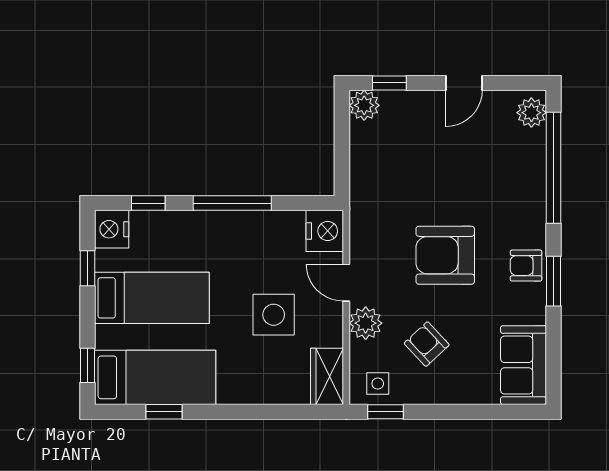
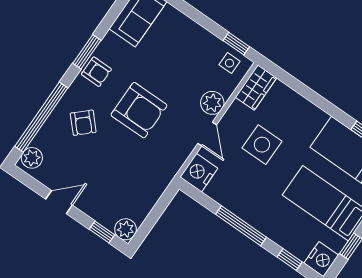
armchair: (427, 344) -> (83, 123), moved

